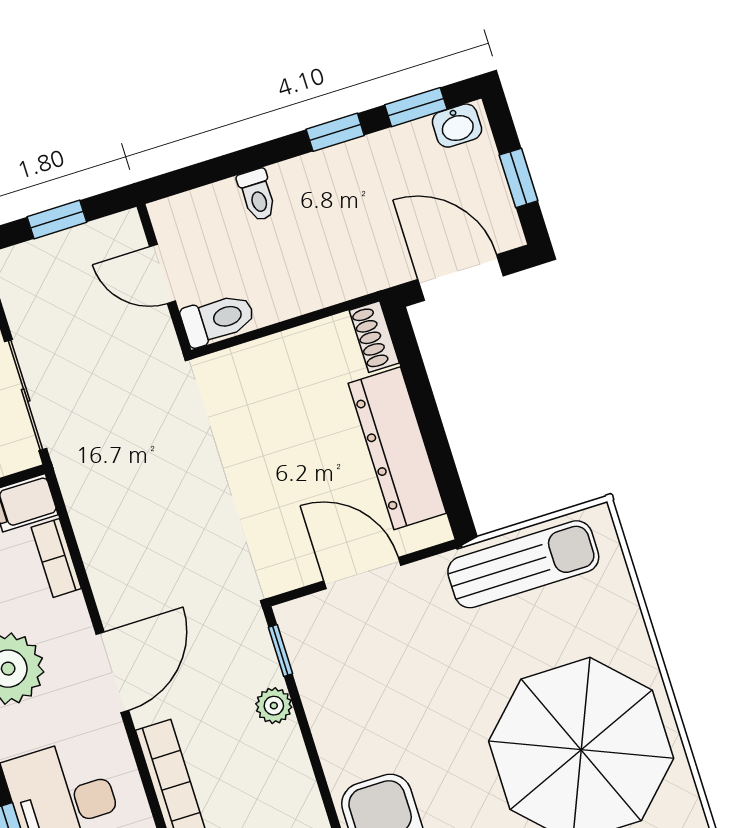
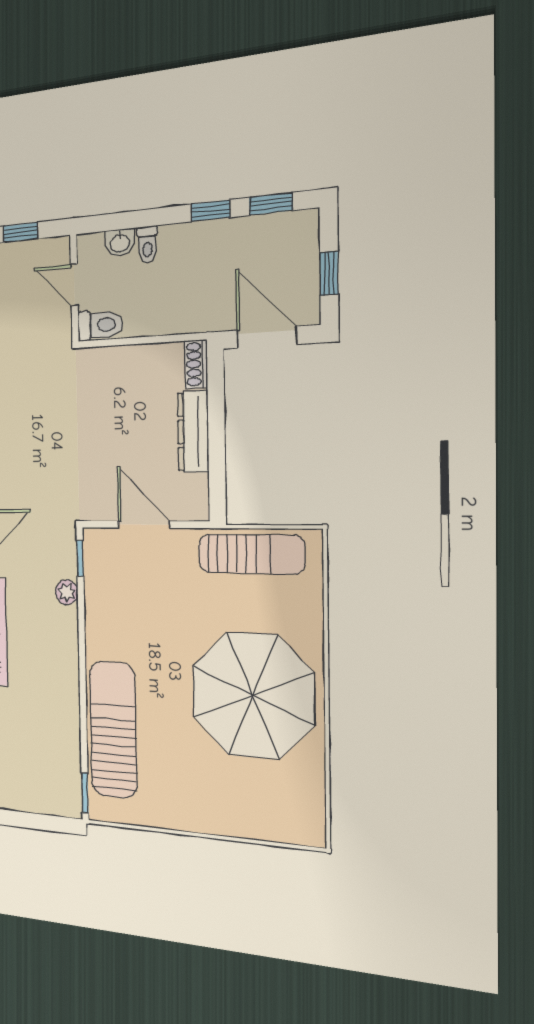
washbasin: (457, 126) -> (120, 243), moved
dresser: (397, 448) -> (193, 432), width x0.73, depth x0.80

